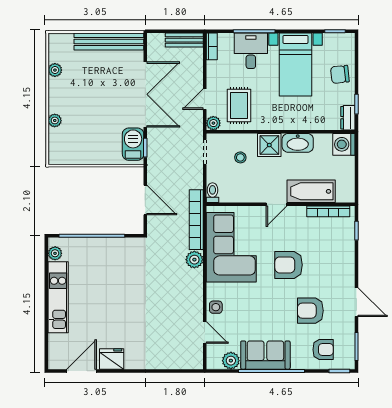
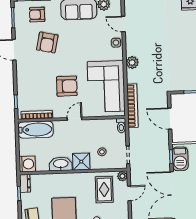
bathtub: (311, 191) -> (36, 130), moved
plant: (194, 260) -> (132, 63), moved
armchair: (289, 265) -> (67, 86), moved
armchair: (310, 311) -> (47, 43), turned 102

